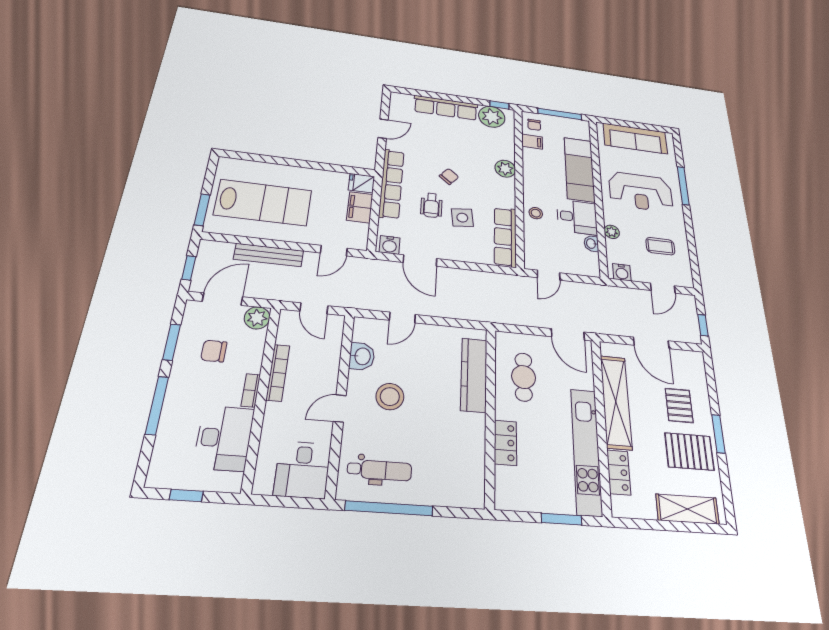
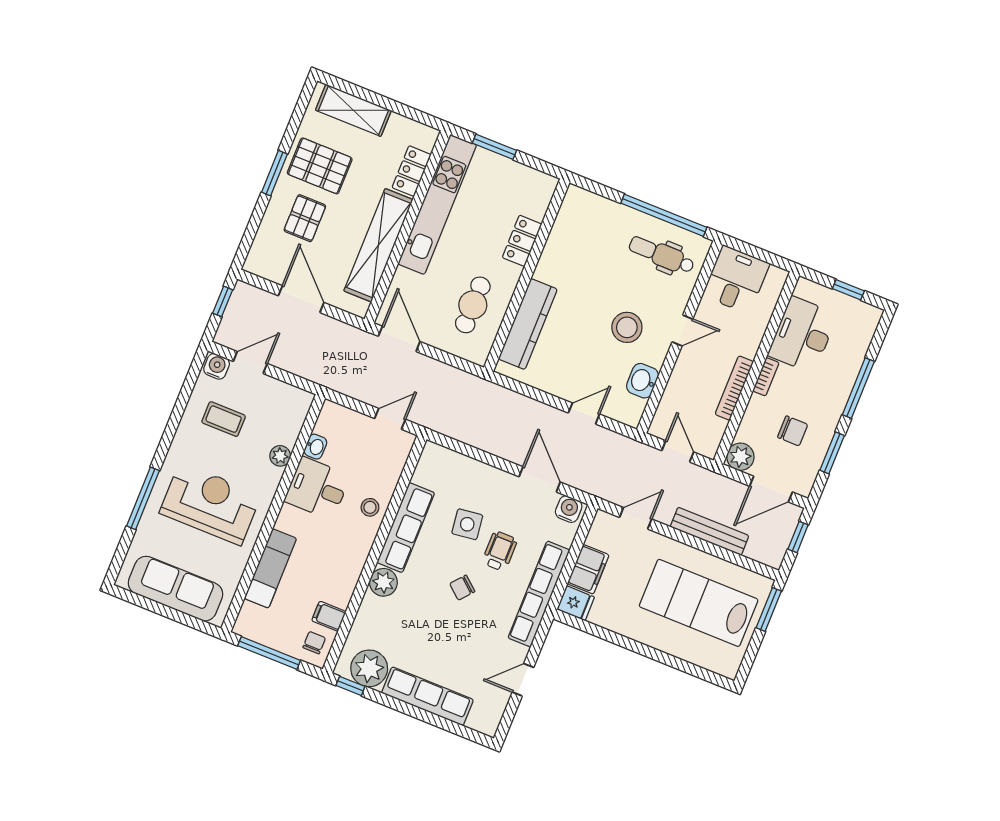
exam couch: (579, 169) -> (270, 568), width x0.73, depth x0.69
row of seats: (505, 237) -> (406, 528), moved
water cooler: (622, 272) -> (217, 366), moved

